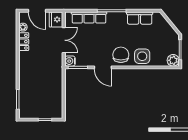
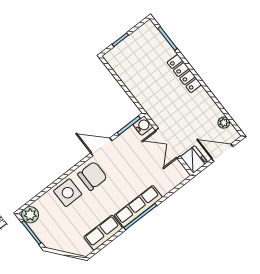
row of seats: (89, 17) -> (138, 206), moved
locker: (24, 42) -> (184, 74), moved, width x1.53
chair: (121, 55) -> (92, 176), turned -90

